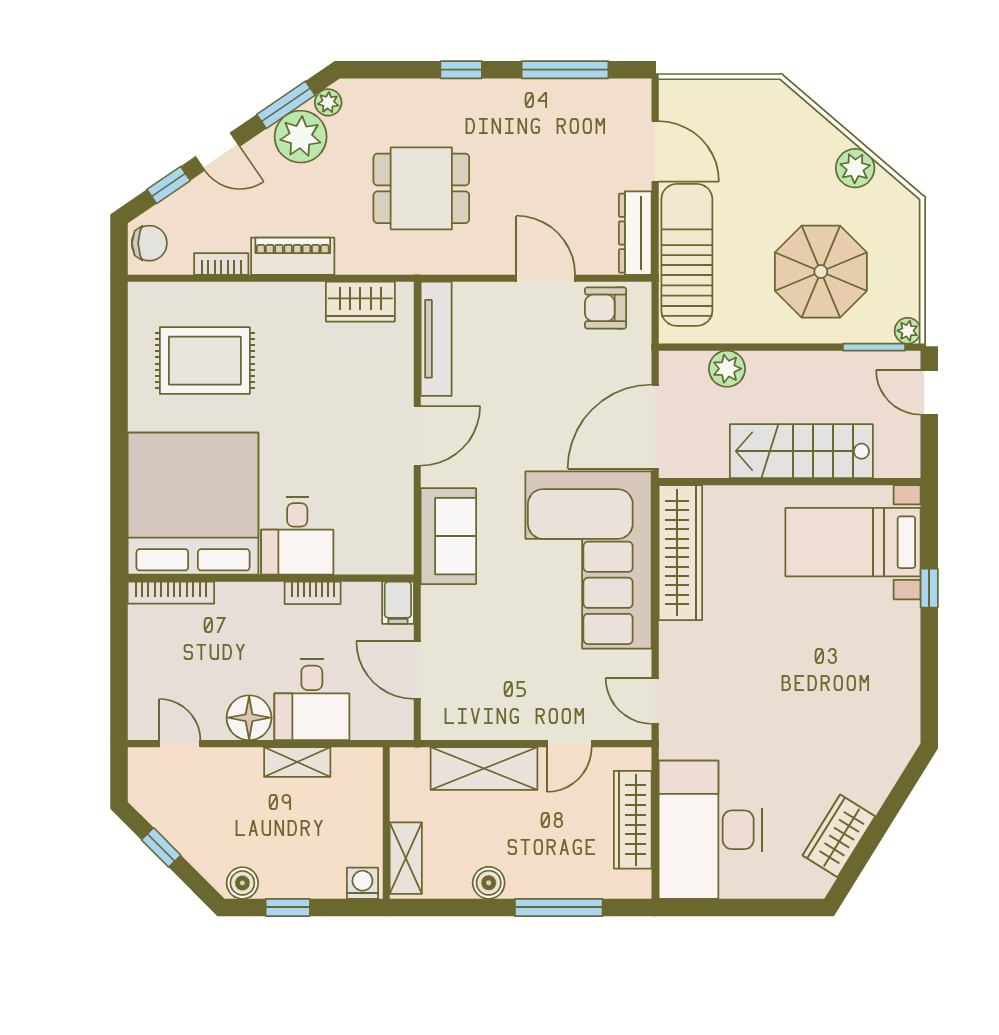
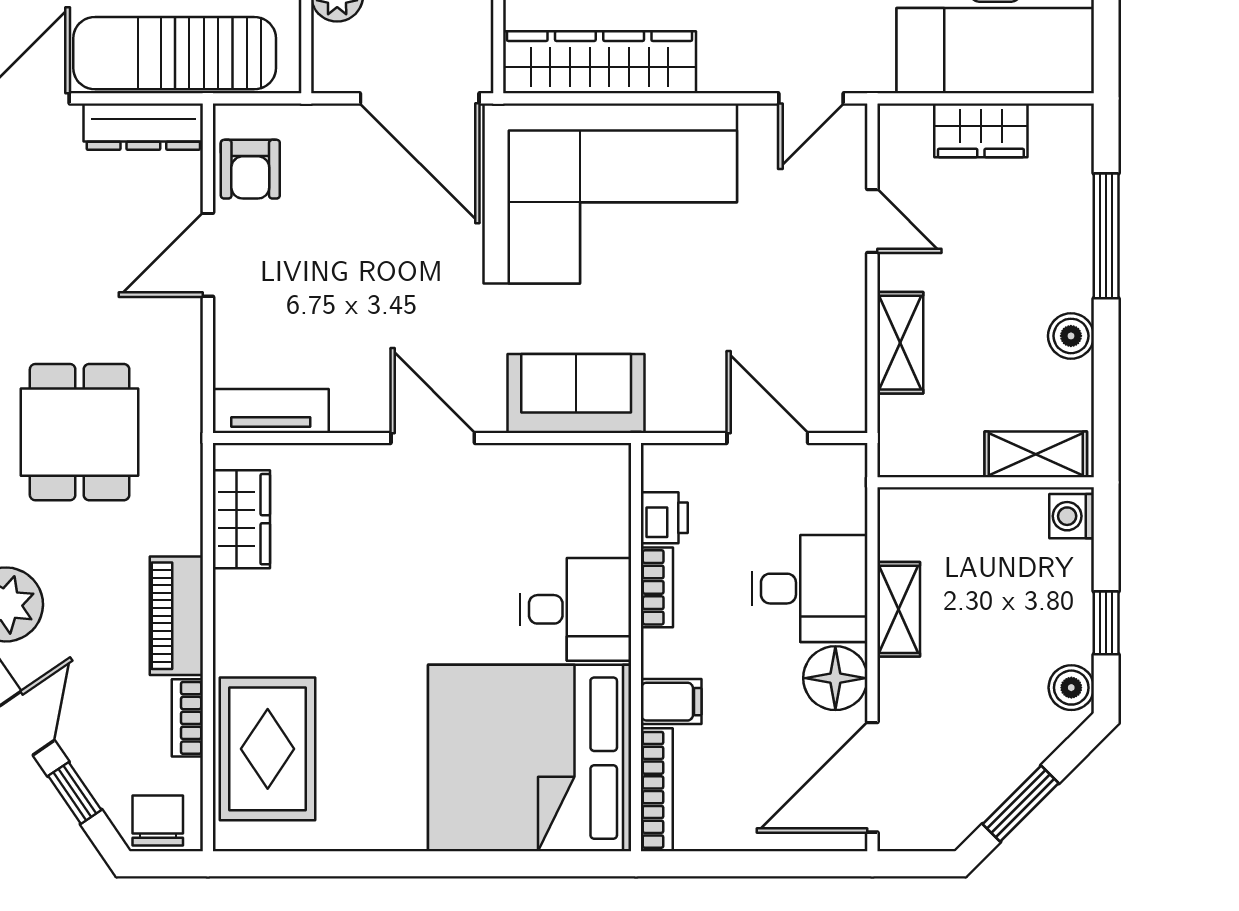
tv unit: (436, 339) -> (271, 411), width x0.71
rug: (205, 361) -> (268, 749), moved
printer: (361, 598) -> (664, 518), added
filing cabinet: (398, 603) -> (671, 702), moved
door: (417, 670) -> (767, 438), swing flipped
door: (180, 744) -> (872, 777), width x1.88
shelving: (484, 768) -> (900, 343), width x0.67, depth x0.75
wardrobe: (633, 820) -> (981, 130), width x0.67
window: (161, 847) -> (1021, 804), width x1.50

